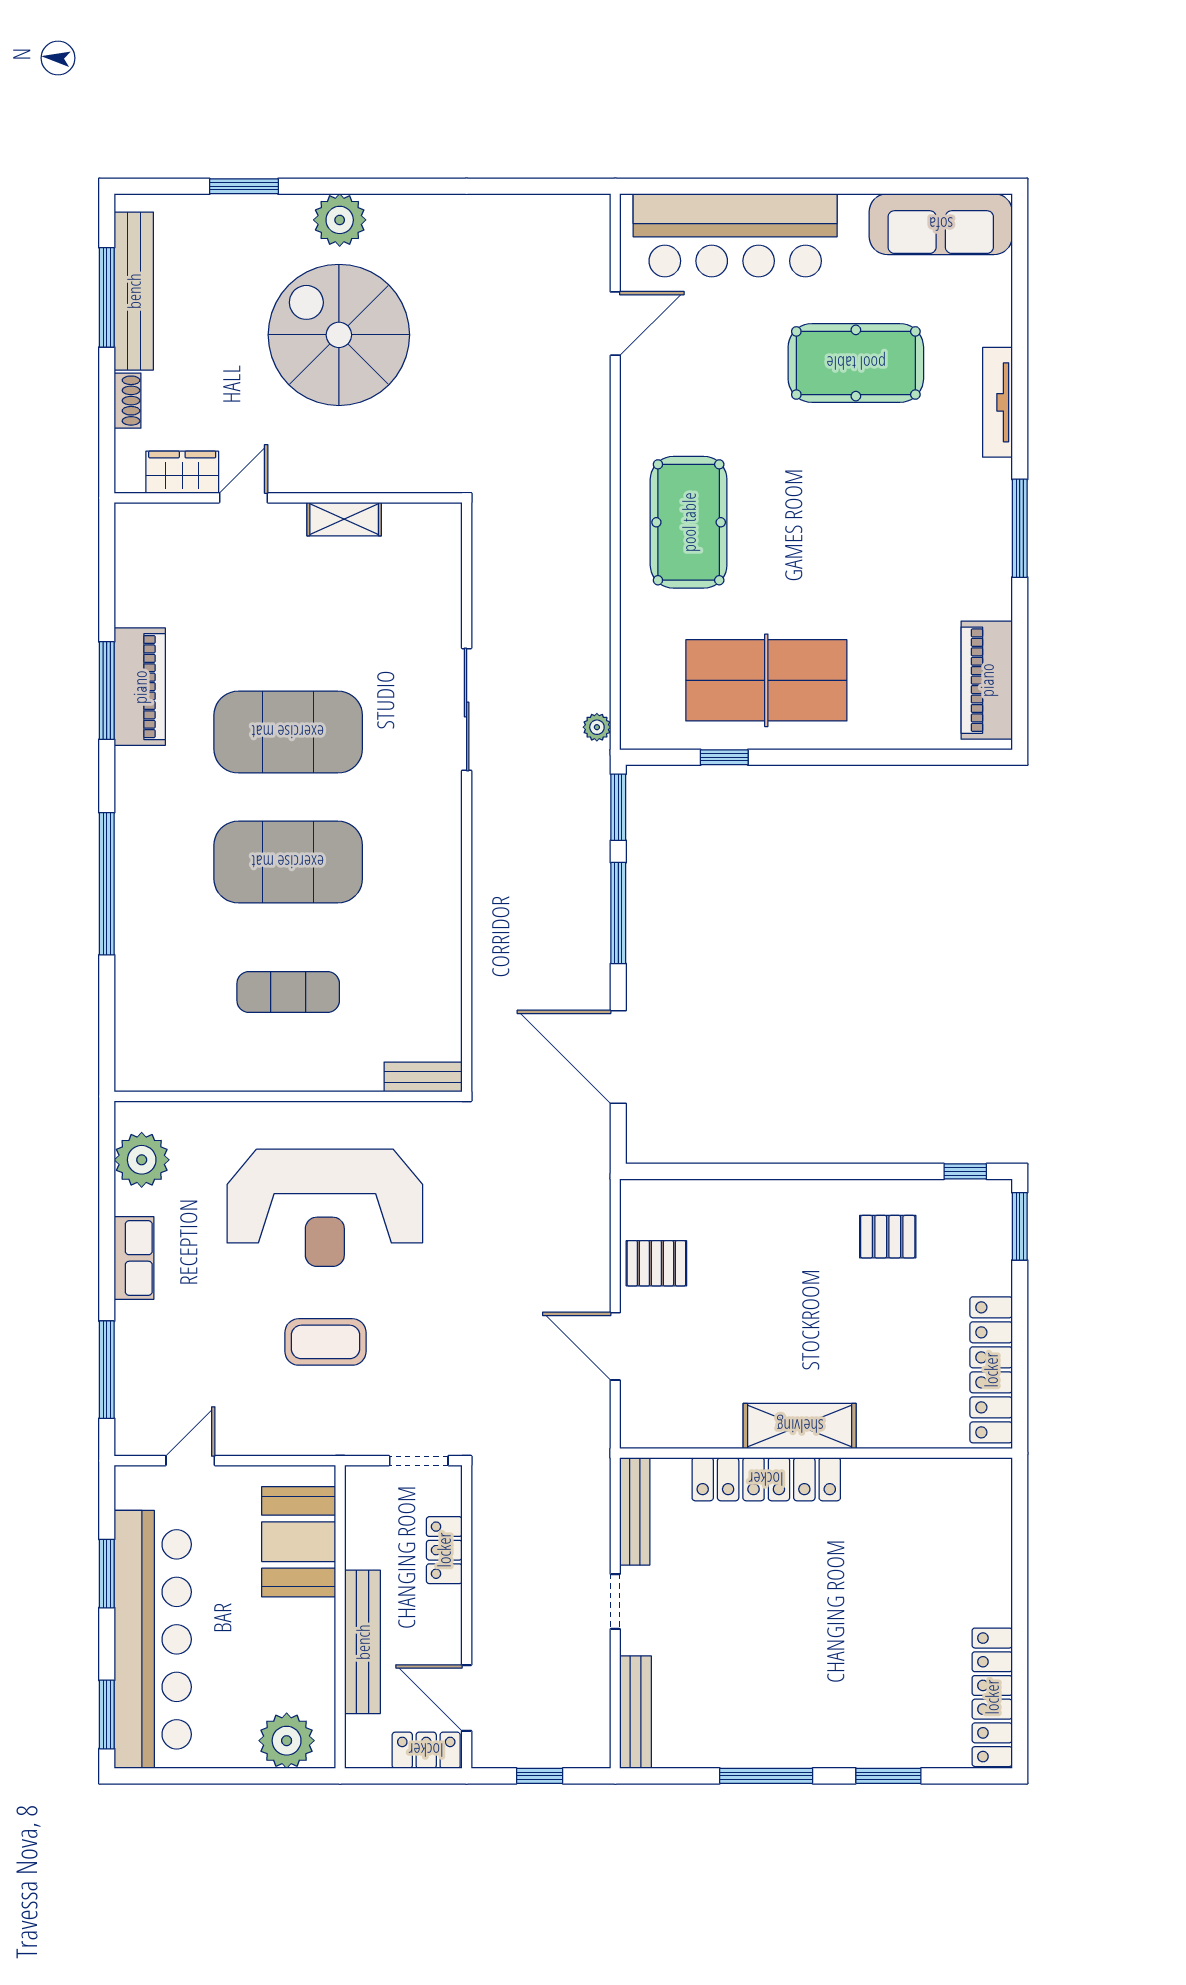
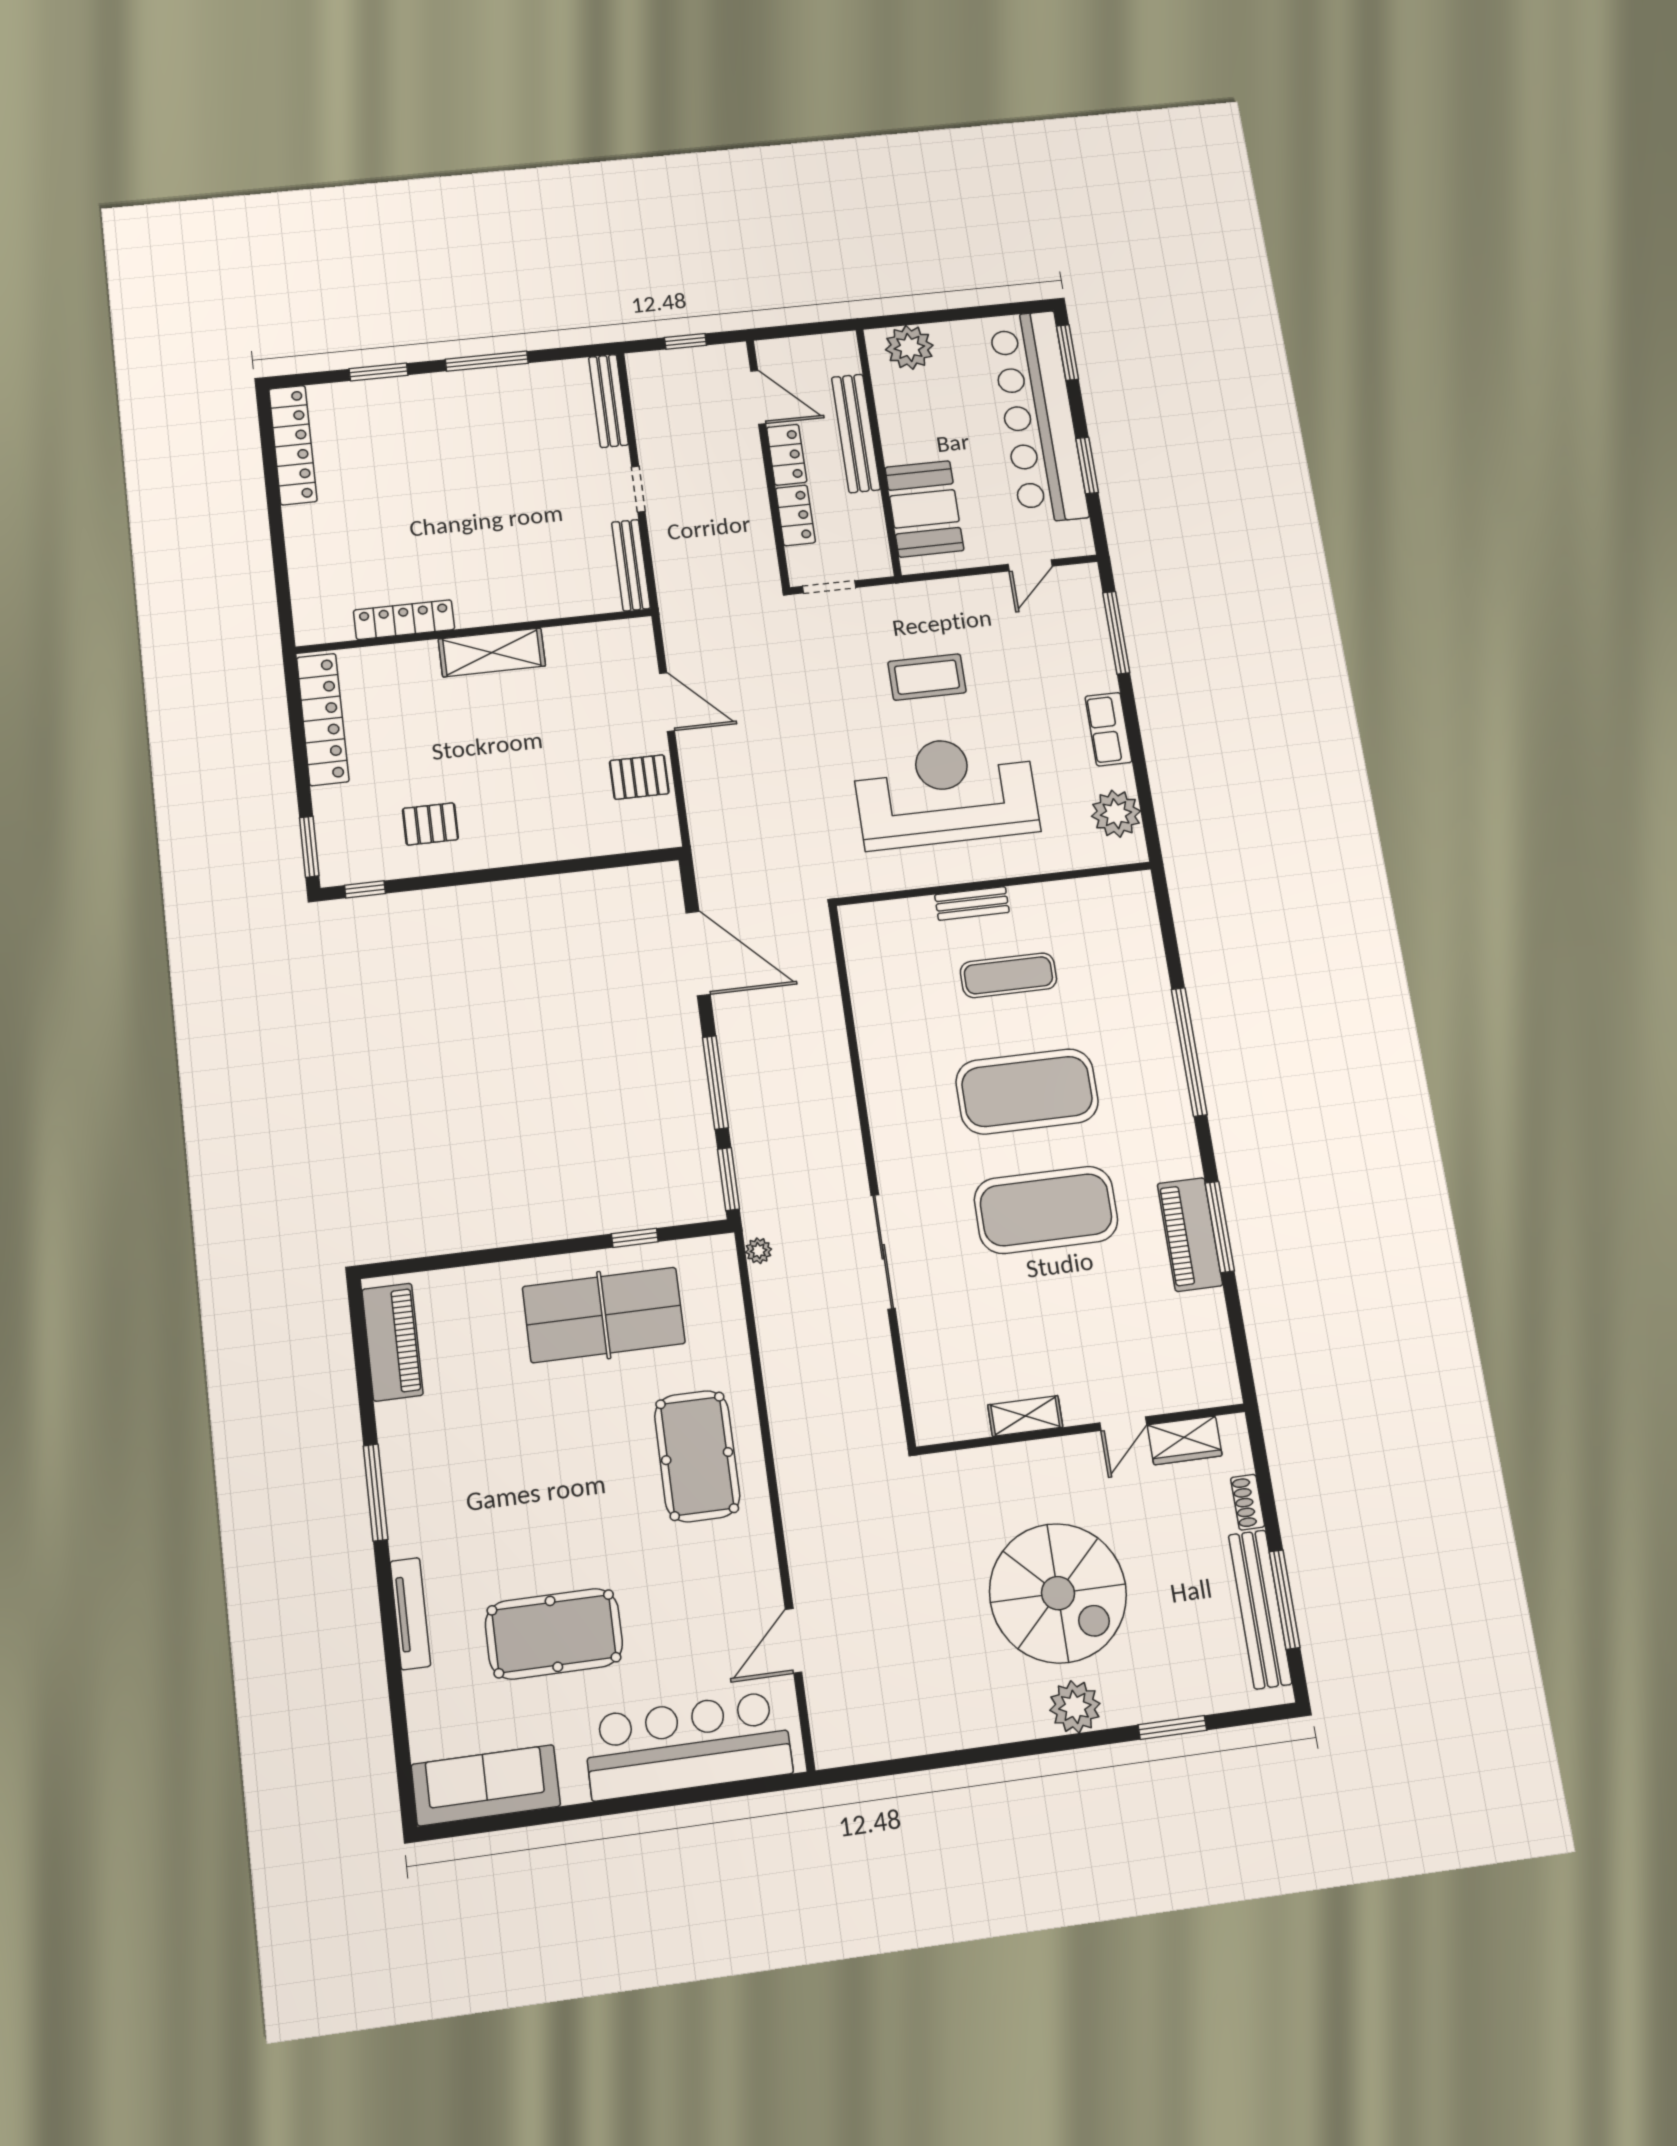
bench: (423, 1077) -> (972, 904), moved
locker: (766, 1479) -> (404, 620), moved, width x0.71, depth x0.83
locker: (426, 1750) -> (787, 455), moved, turned -90

